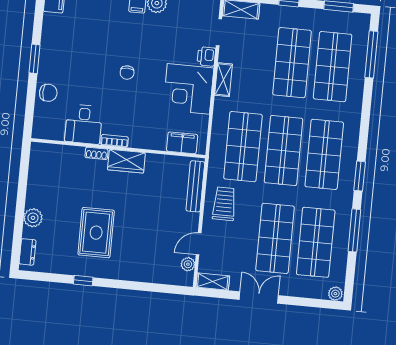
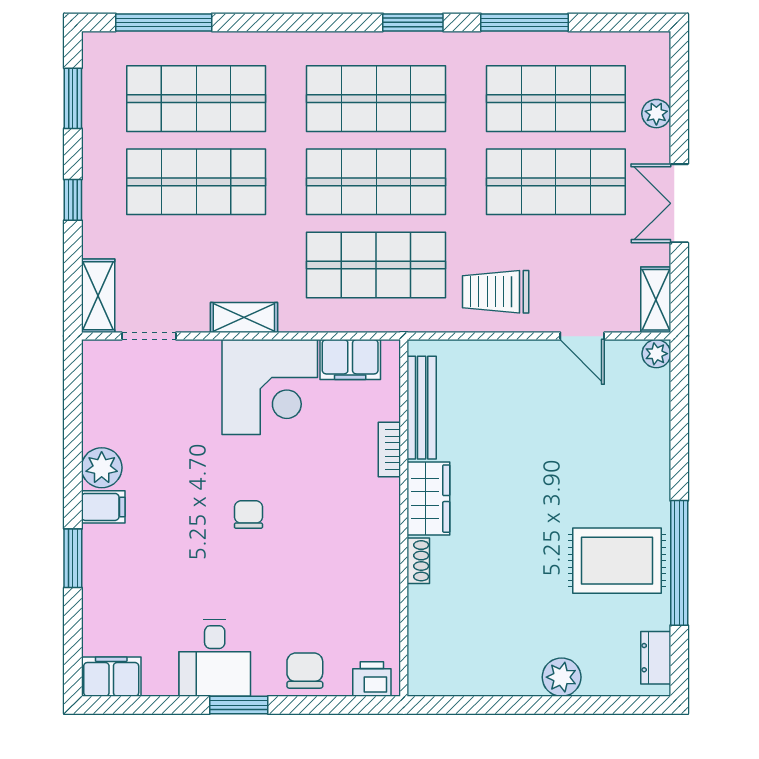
printer: (206, 56) -> (372, 679), moved, turned 180
chair: (127, 73) -> (248, 515), turned -90
desk: (84, 124) -> (215, 658), moved, turned 90
bookcase: (114, 141) -> (389, 450), moved
filing cabinet: (182, 143) -> (350, 360), moved, turned -90
bench: (195, 186) -> (422, 408), moved, turned 90
rug: (96, 233) -> (617, 561), moved
dresser: (28, 252) -> (656, 658), moved, turned -90
plant: (188, 264) -> (656, 354), moved
window: (83, 281) -> (679, 563), width x3.17
plant: (335, 294) -> (656, 114), moved

